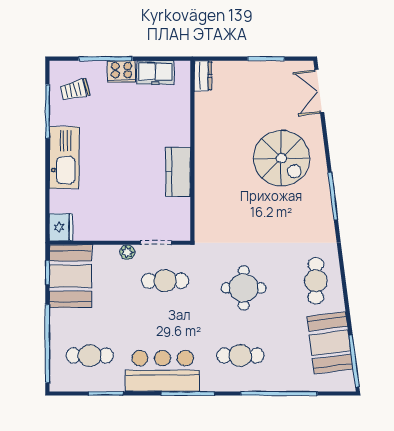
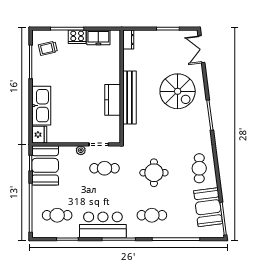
kitchen sink: (64, 158) -> (41, 106), moved
bench: (205, 168) -> (130, 97), added

